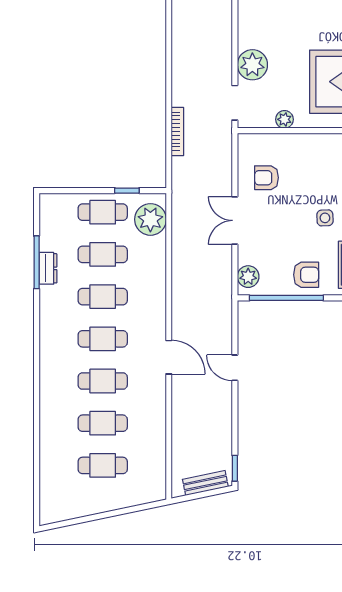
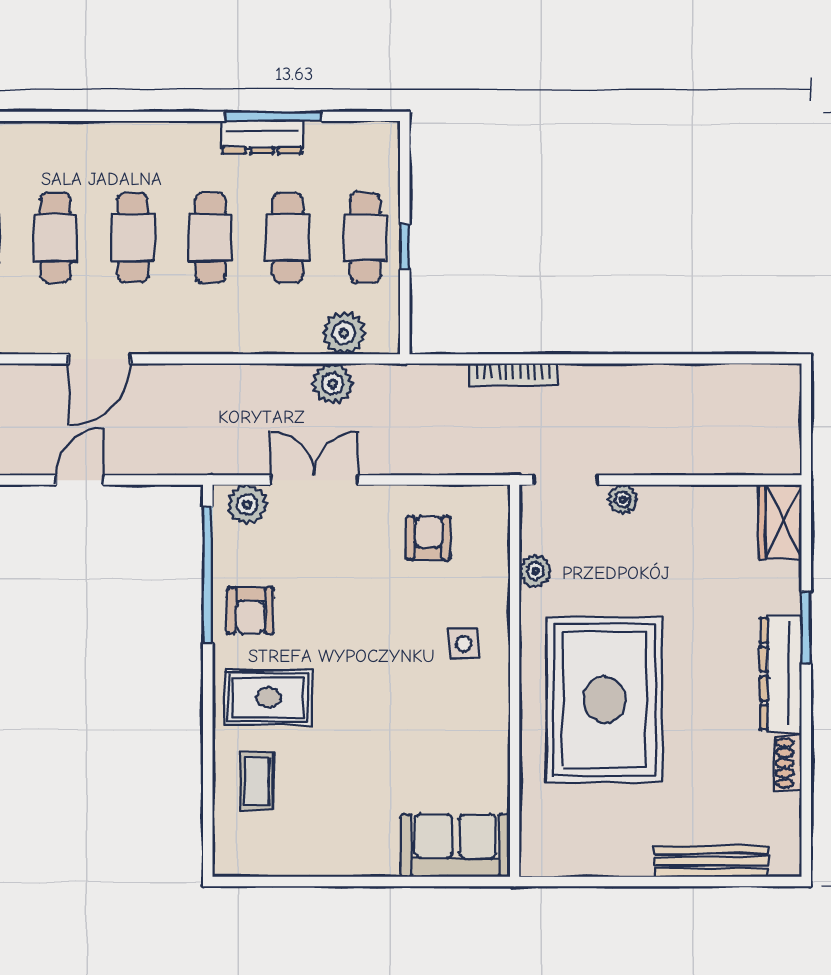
plant: (252, 65) -> (623, 499), width x0.53, depth x0.53
window: (127, 191) -> (405, 246), moved
side table: (325, 218) -> (464, 644), moved
plant: (150, 219) -> (344, 333), width x0.73, depth x0.73
double door: (235, 220) -> (314, 480), moved
plant: (182, 230) -> (333, 384), added
dresser: (48, 268) -> (262, 137), width x1.44

